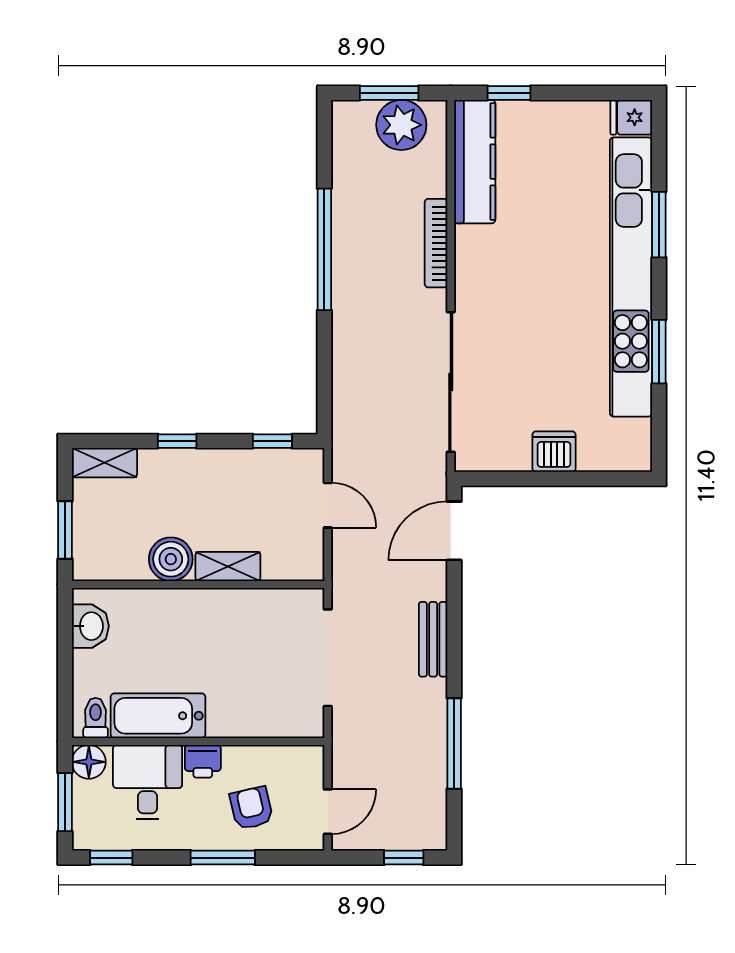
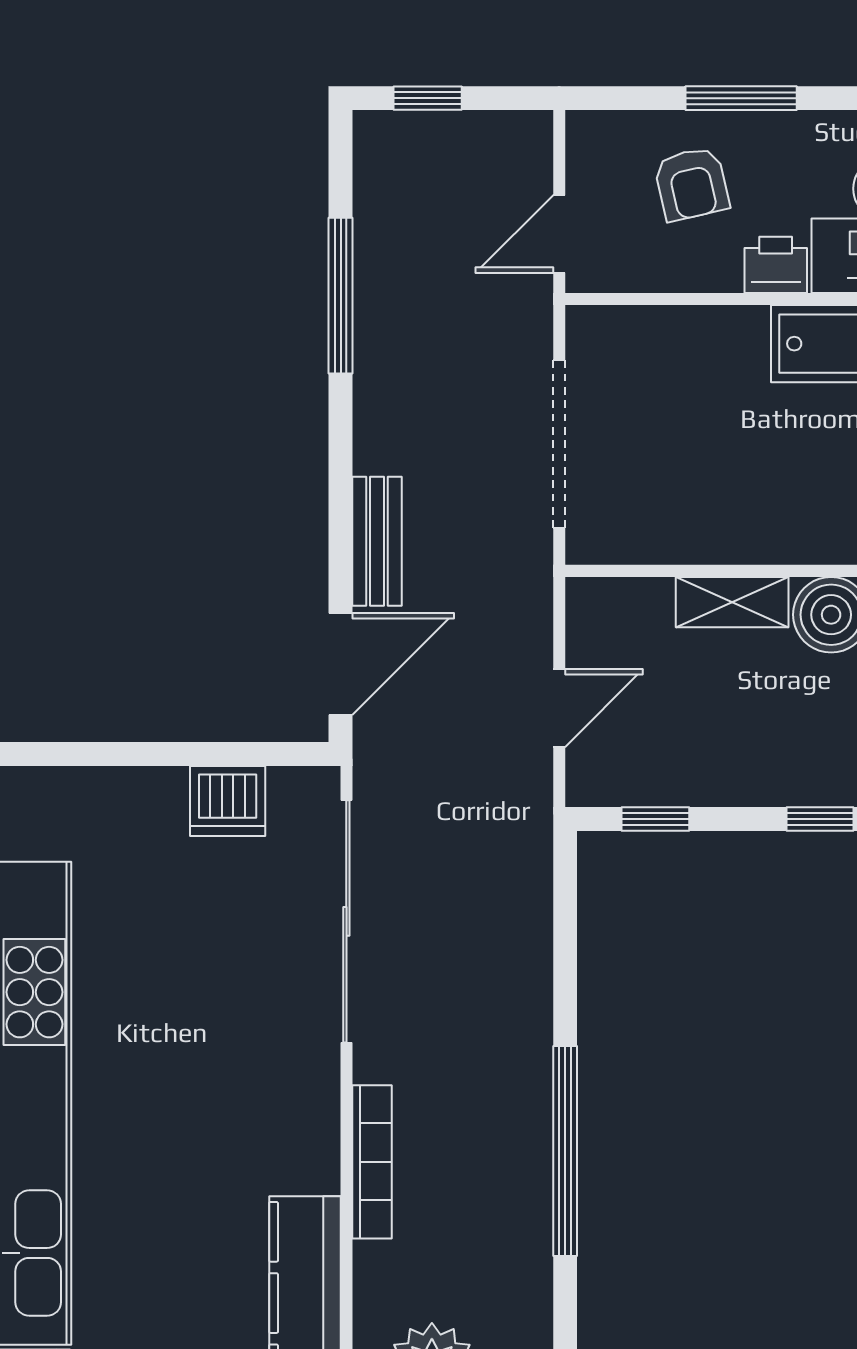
dishwasher: (554, 452) -> (228, 801), moved
door: (328, 505) -> (559, 708), swing flipped
bench: (433, 639) -> (377, 541), moved
door: (328, 812) -> (559, 234), moved

